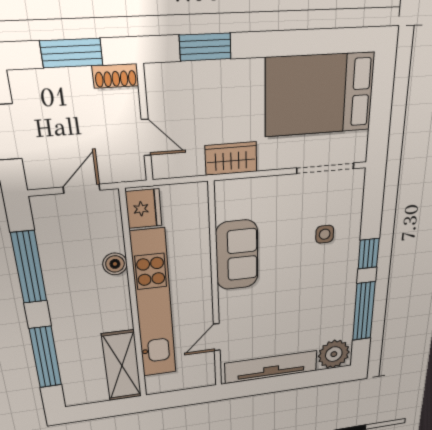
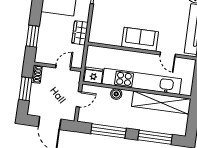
door: (82, 189) -> (79, 99), swing flipped
sofa: (237, 255) -> (140, 39), moved
shelving: (122, 366) -> (161, 103), width x1.47

